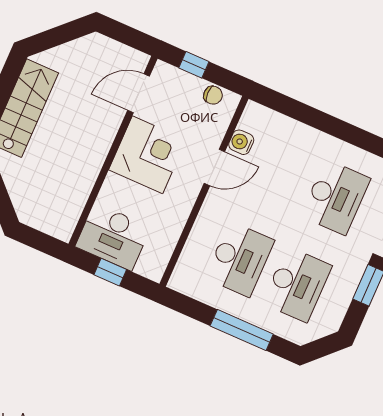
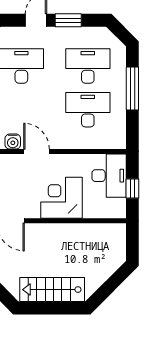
corner desk: (148, 155) -> (62, 198), moved
desk: (113, 237) -> (109, 176), moved

